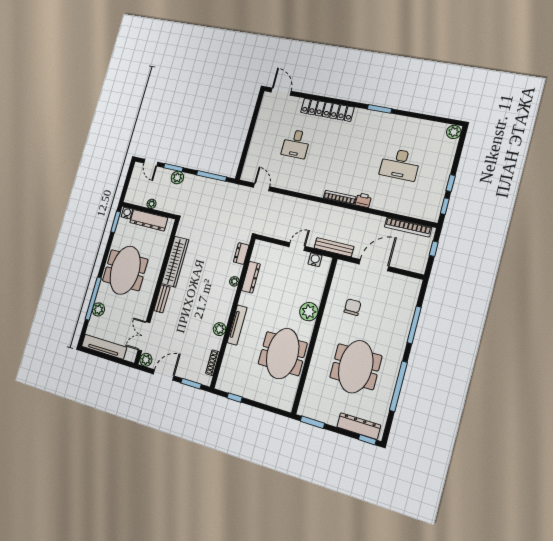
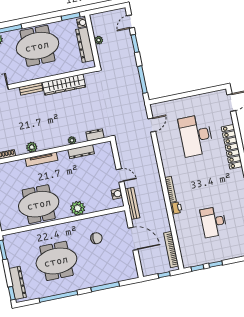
desk: (296, 144) -> (196, 135), width x1.87, depth x1.30
plant: (177, 178) -> (129, 51), removed

